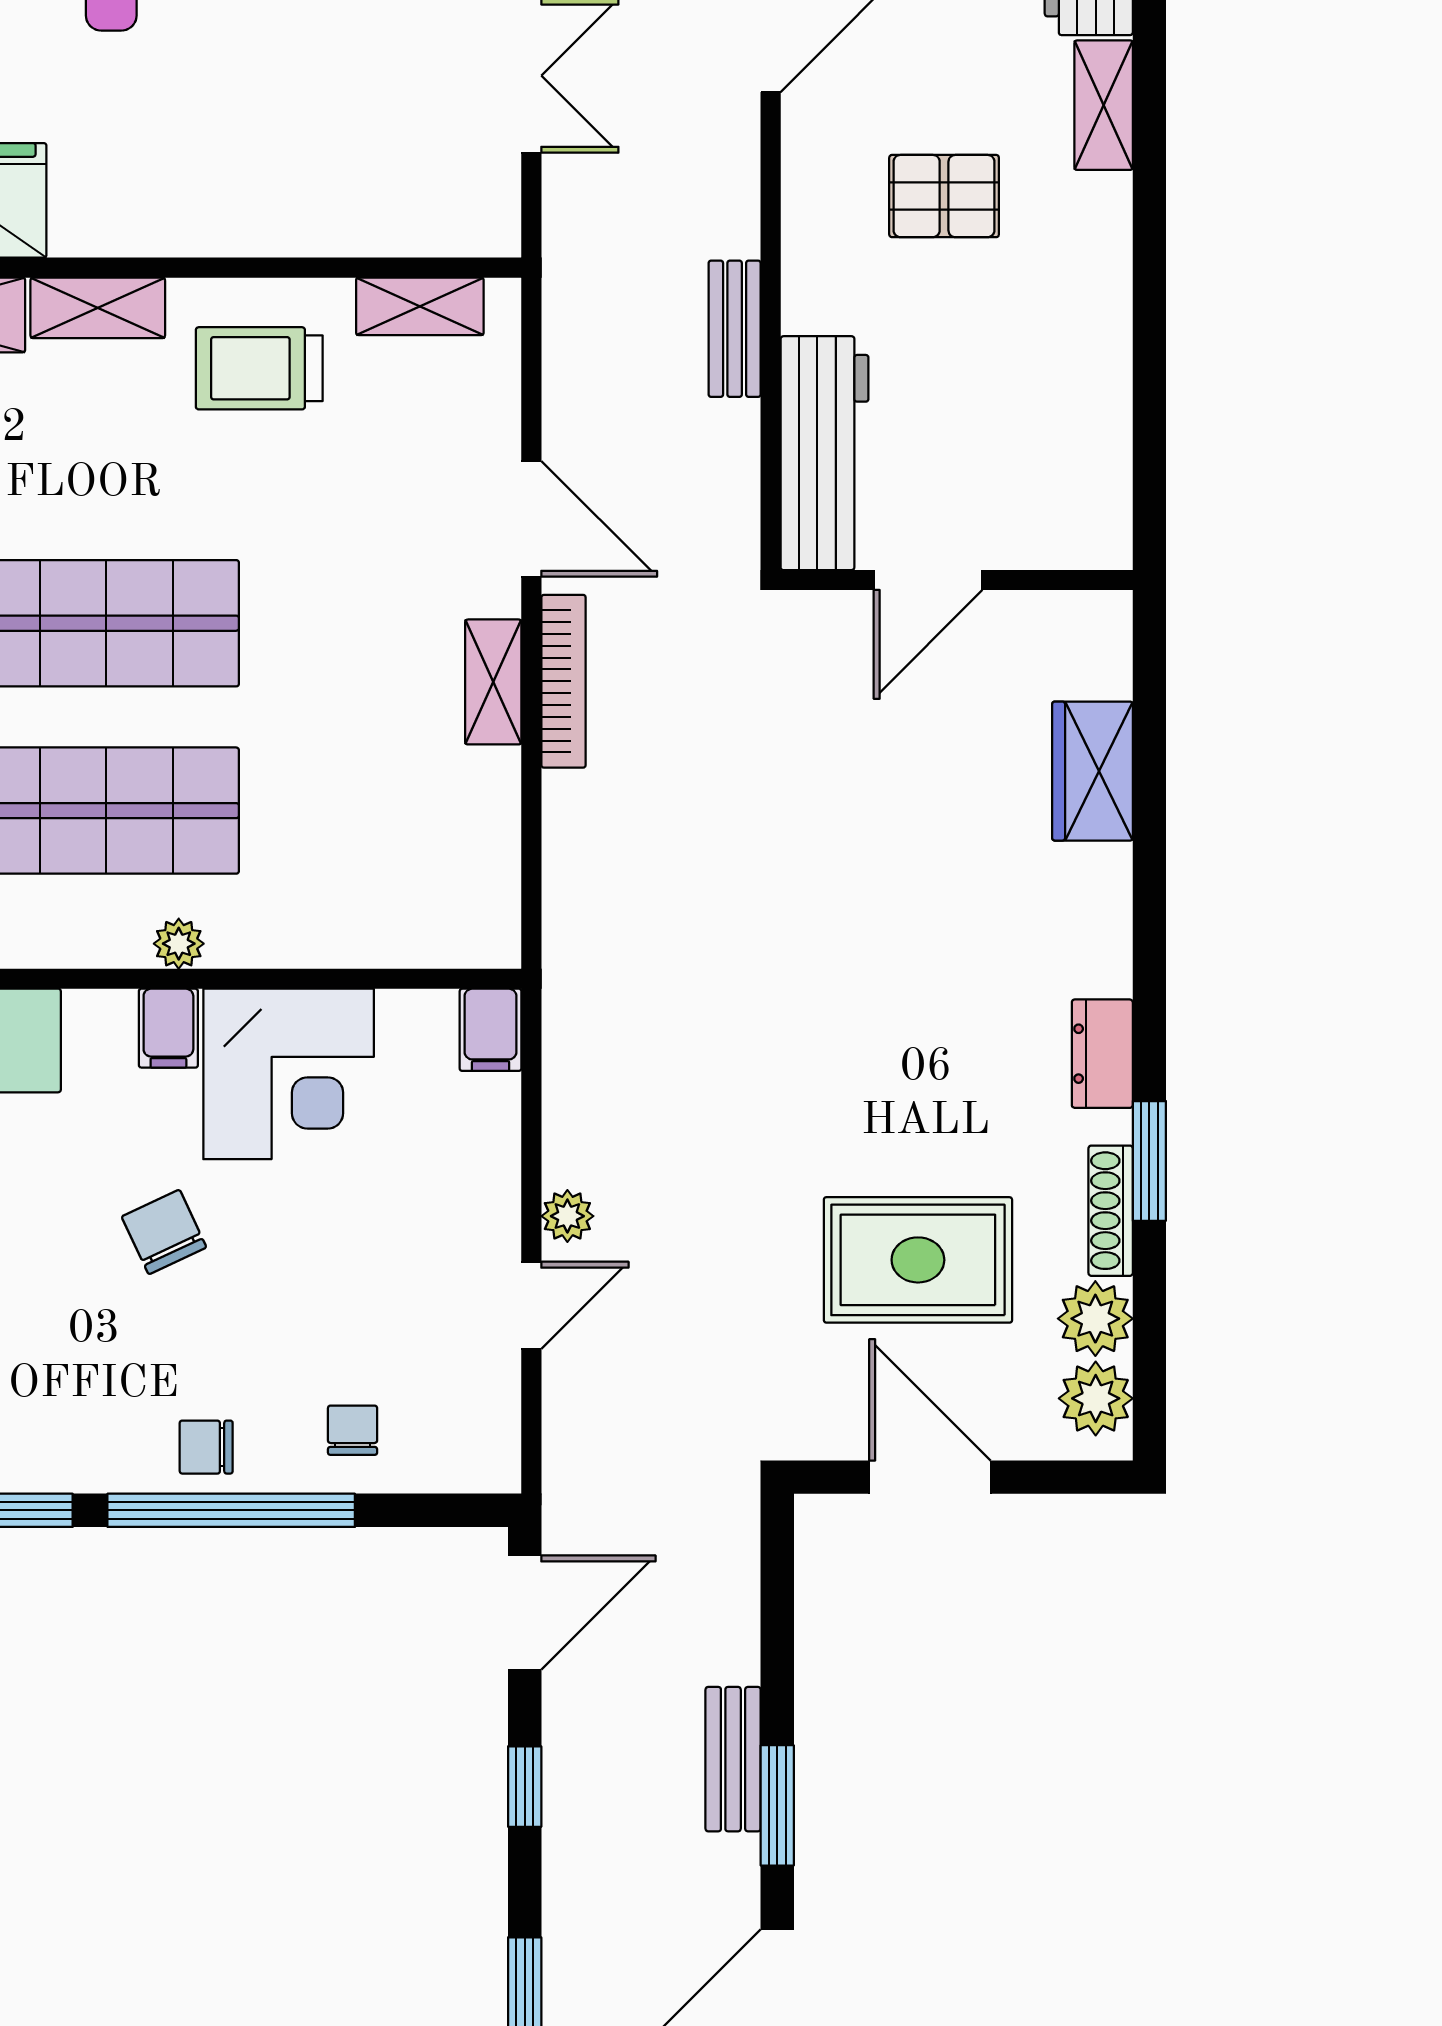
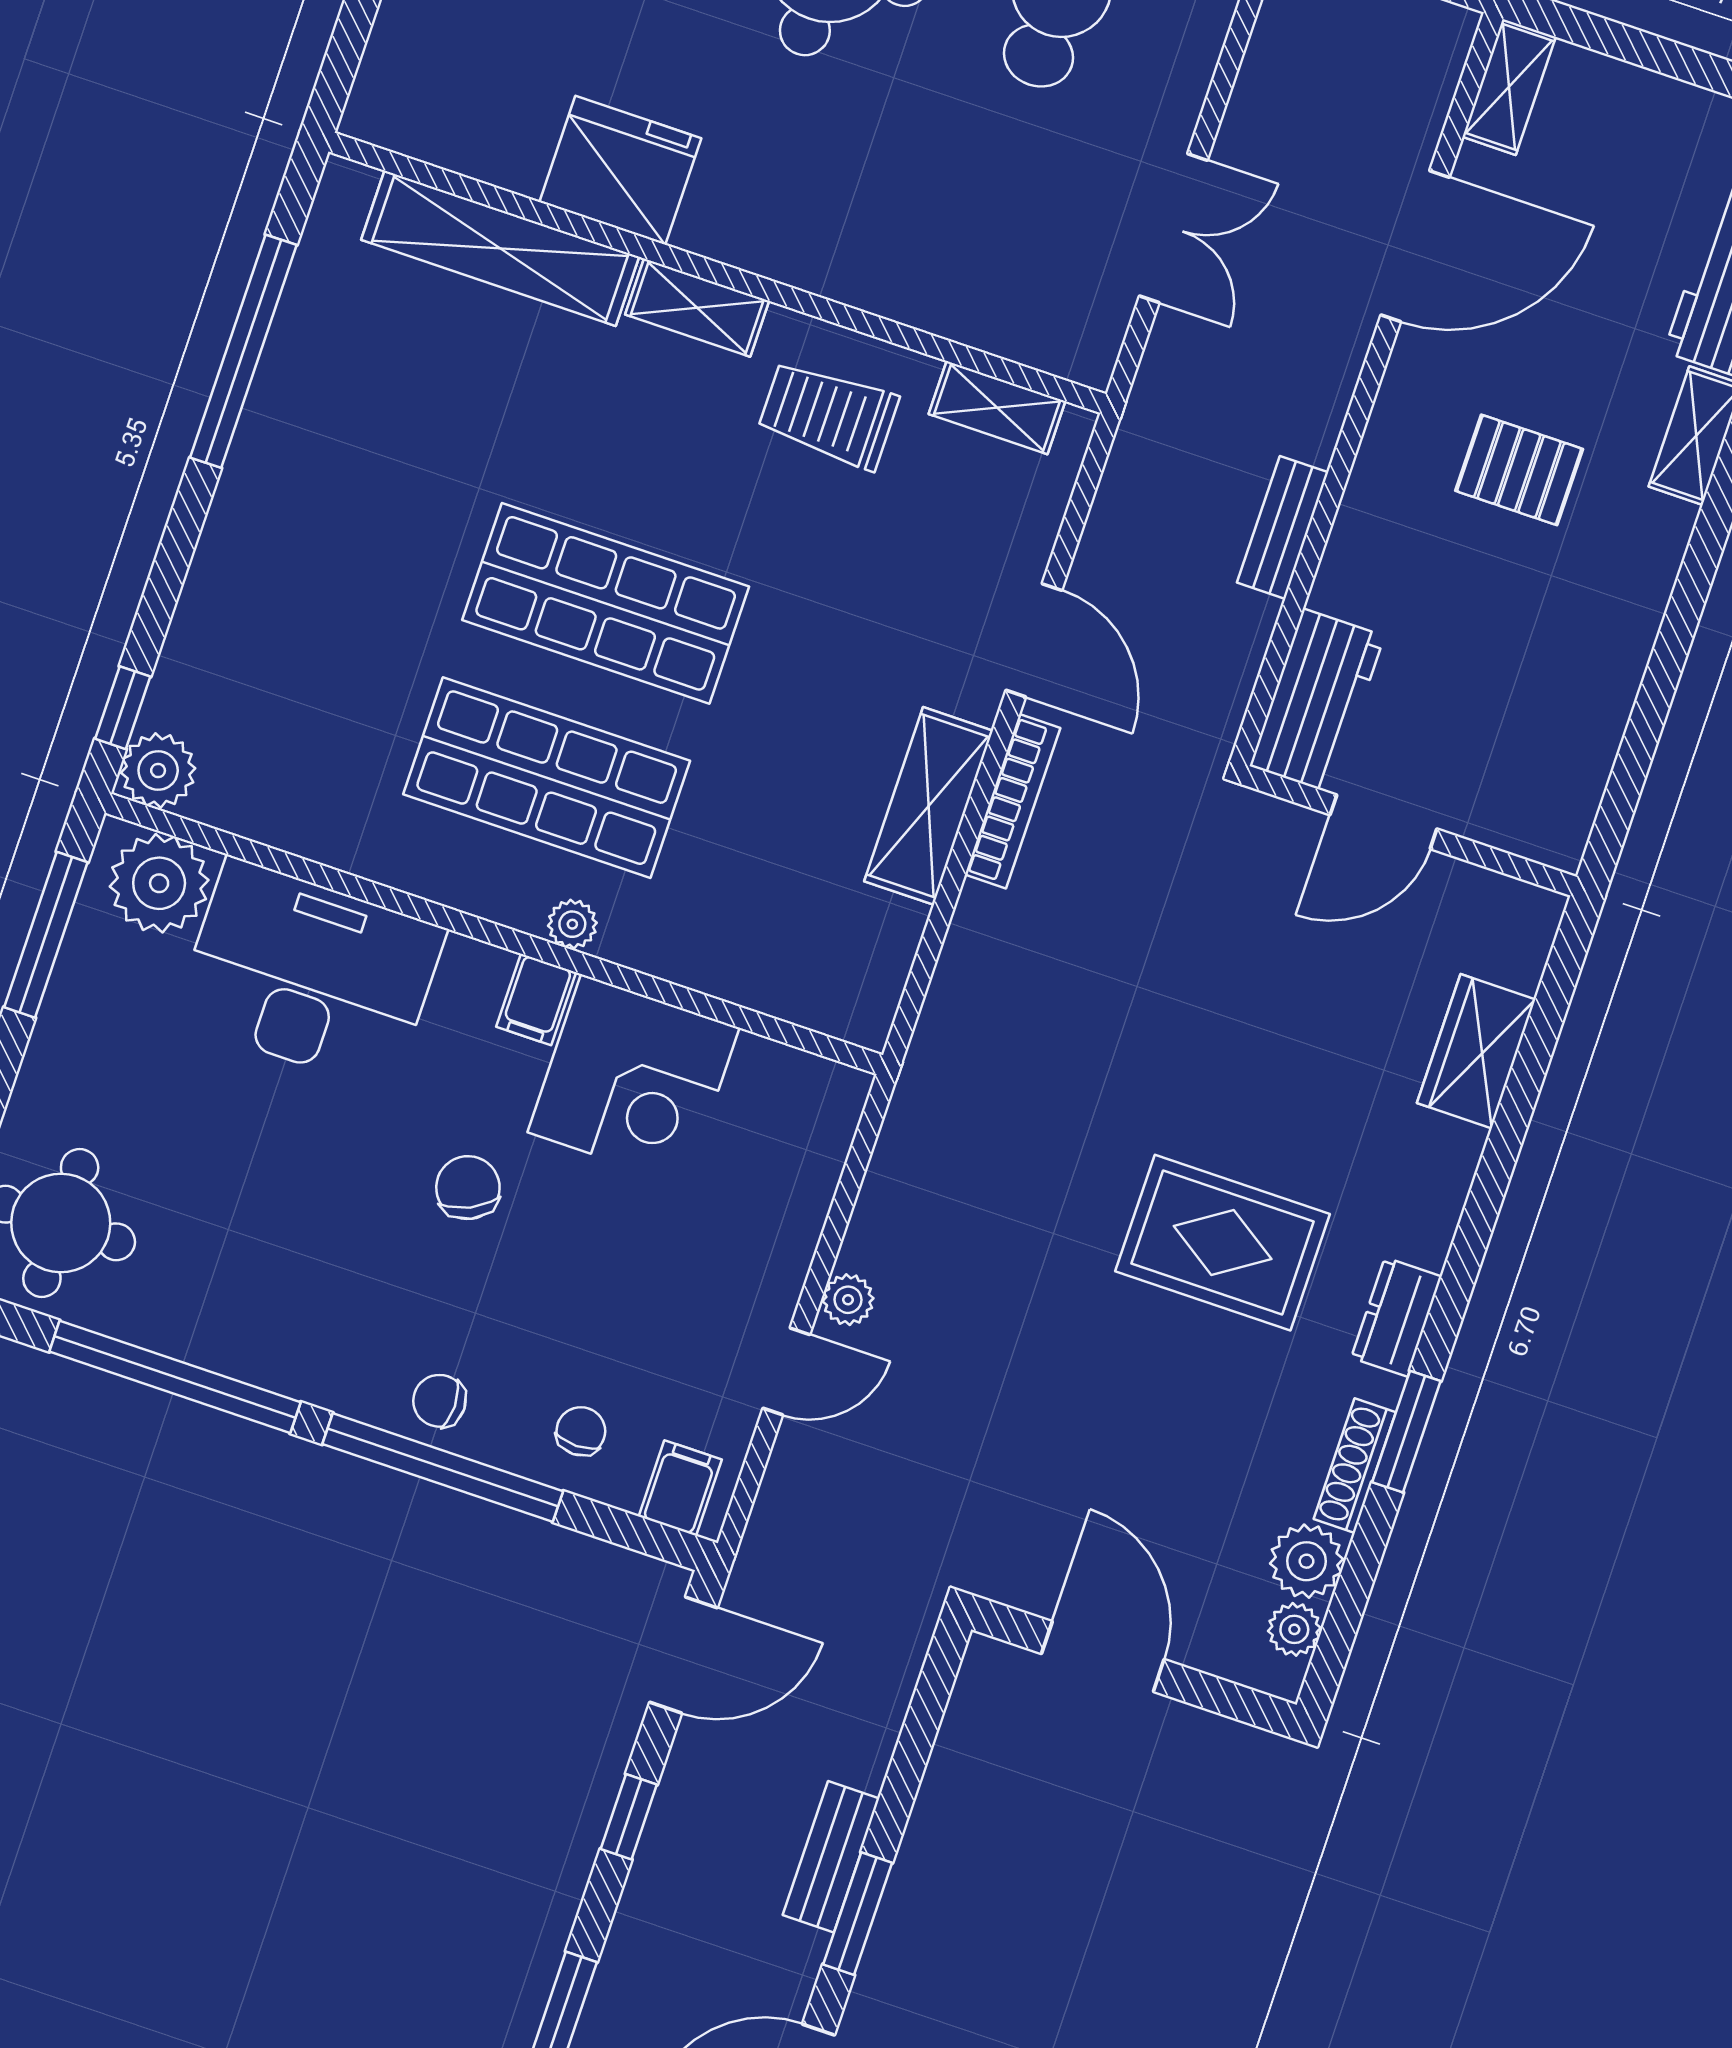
workbench: (824, 453) -> (1317, 701), width x0.73
shelving: (493, 682) -> (929, 806), width x1.50, depth x1.33
filing cabinet: (491, 1030) -> (680, 1488), moved, turned 180
rug: (918, 1260) -> (1223, 1243), moved
plant: (1096, 1398) -> (1294, 1629), width x0.73, depth x0.73

